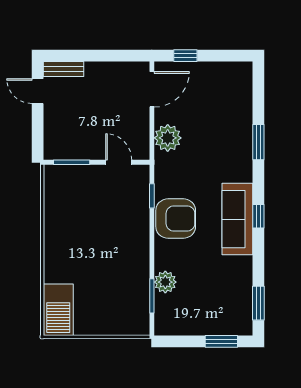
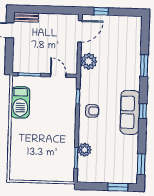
armchair: (176, 219) -> (92, 111), width x0.53, depth x0.53
barbecue: (58, 310) -> (20, 102), moved

